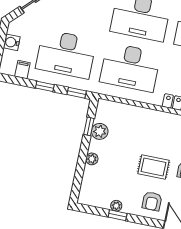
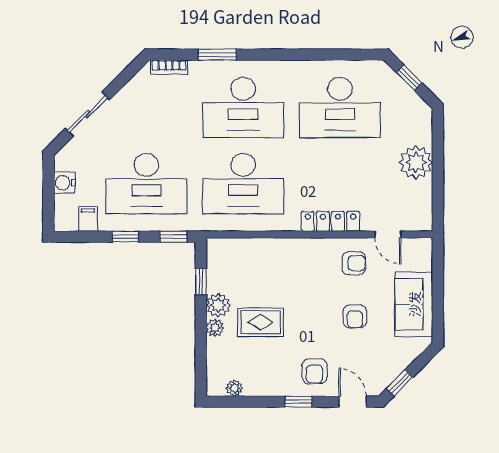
plant: (100, 131) -> (218, 305), moved
rug: (154, 167) -> (260, 322), moved
plant: (116, 206) -> (234, 388), moved
window: (118, 215) -> (298, 402), moved

